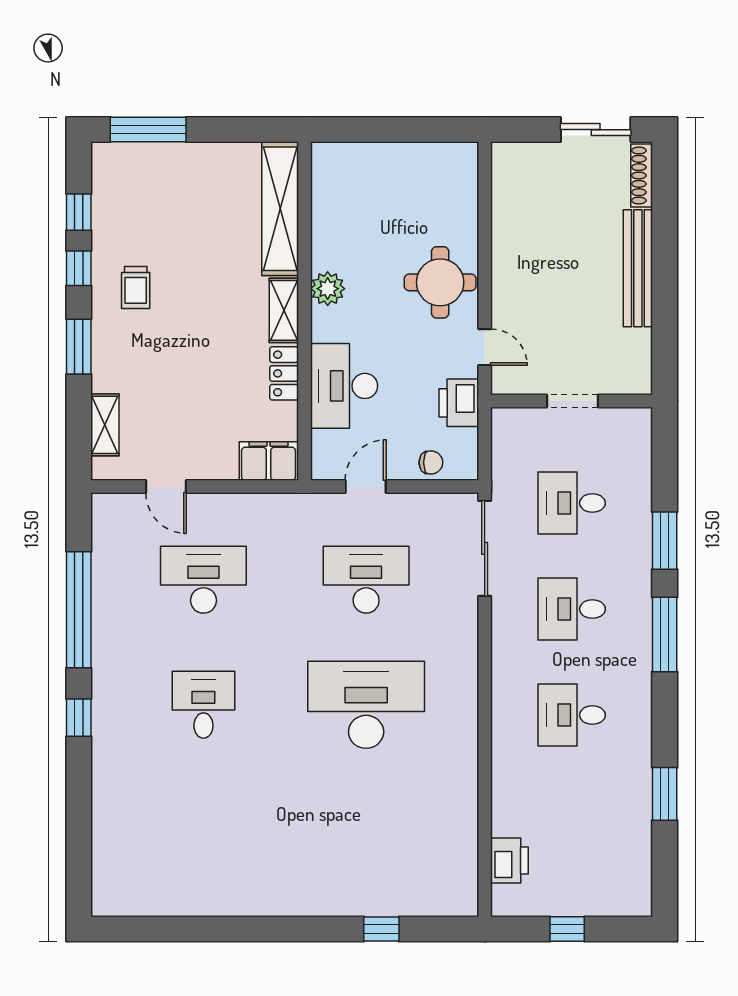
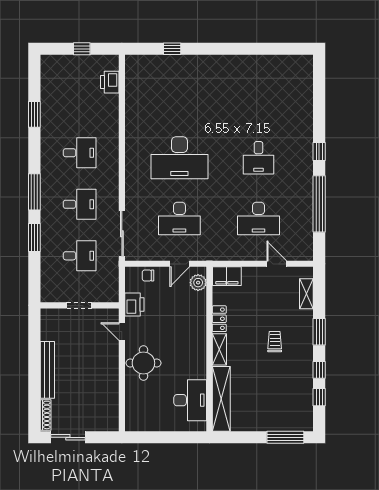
trolley: (136, 287) -> (275, 342), moved
plant: (328, 289) -> (198, 283), moved
desk: (344, 386) -> (190, 400), moved

